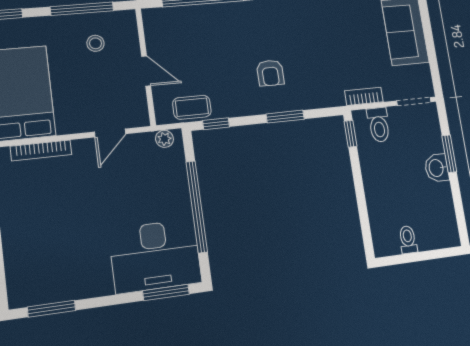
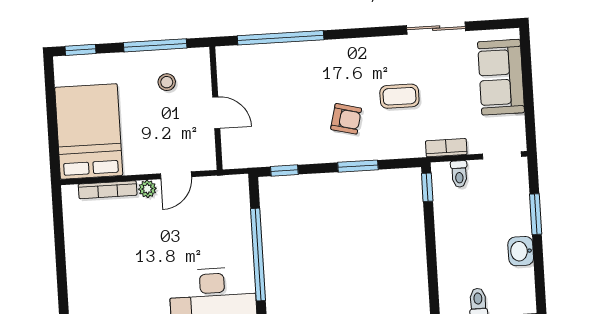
armchair: (270, 73) -> (346, 119), turned -76
coffee table: (192, 107) -> (399, 96), moved
toilet: (379, 125) -> (459, 174), width x0.73, depth x0.72
plant: (164, 139) -> (147, 189), moved
washbasin: (437, 168) -> (521, 251), moved

